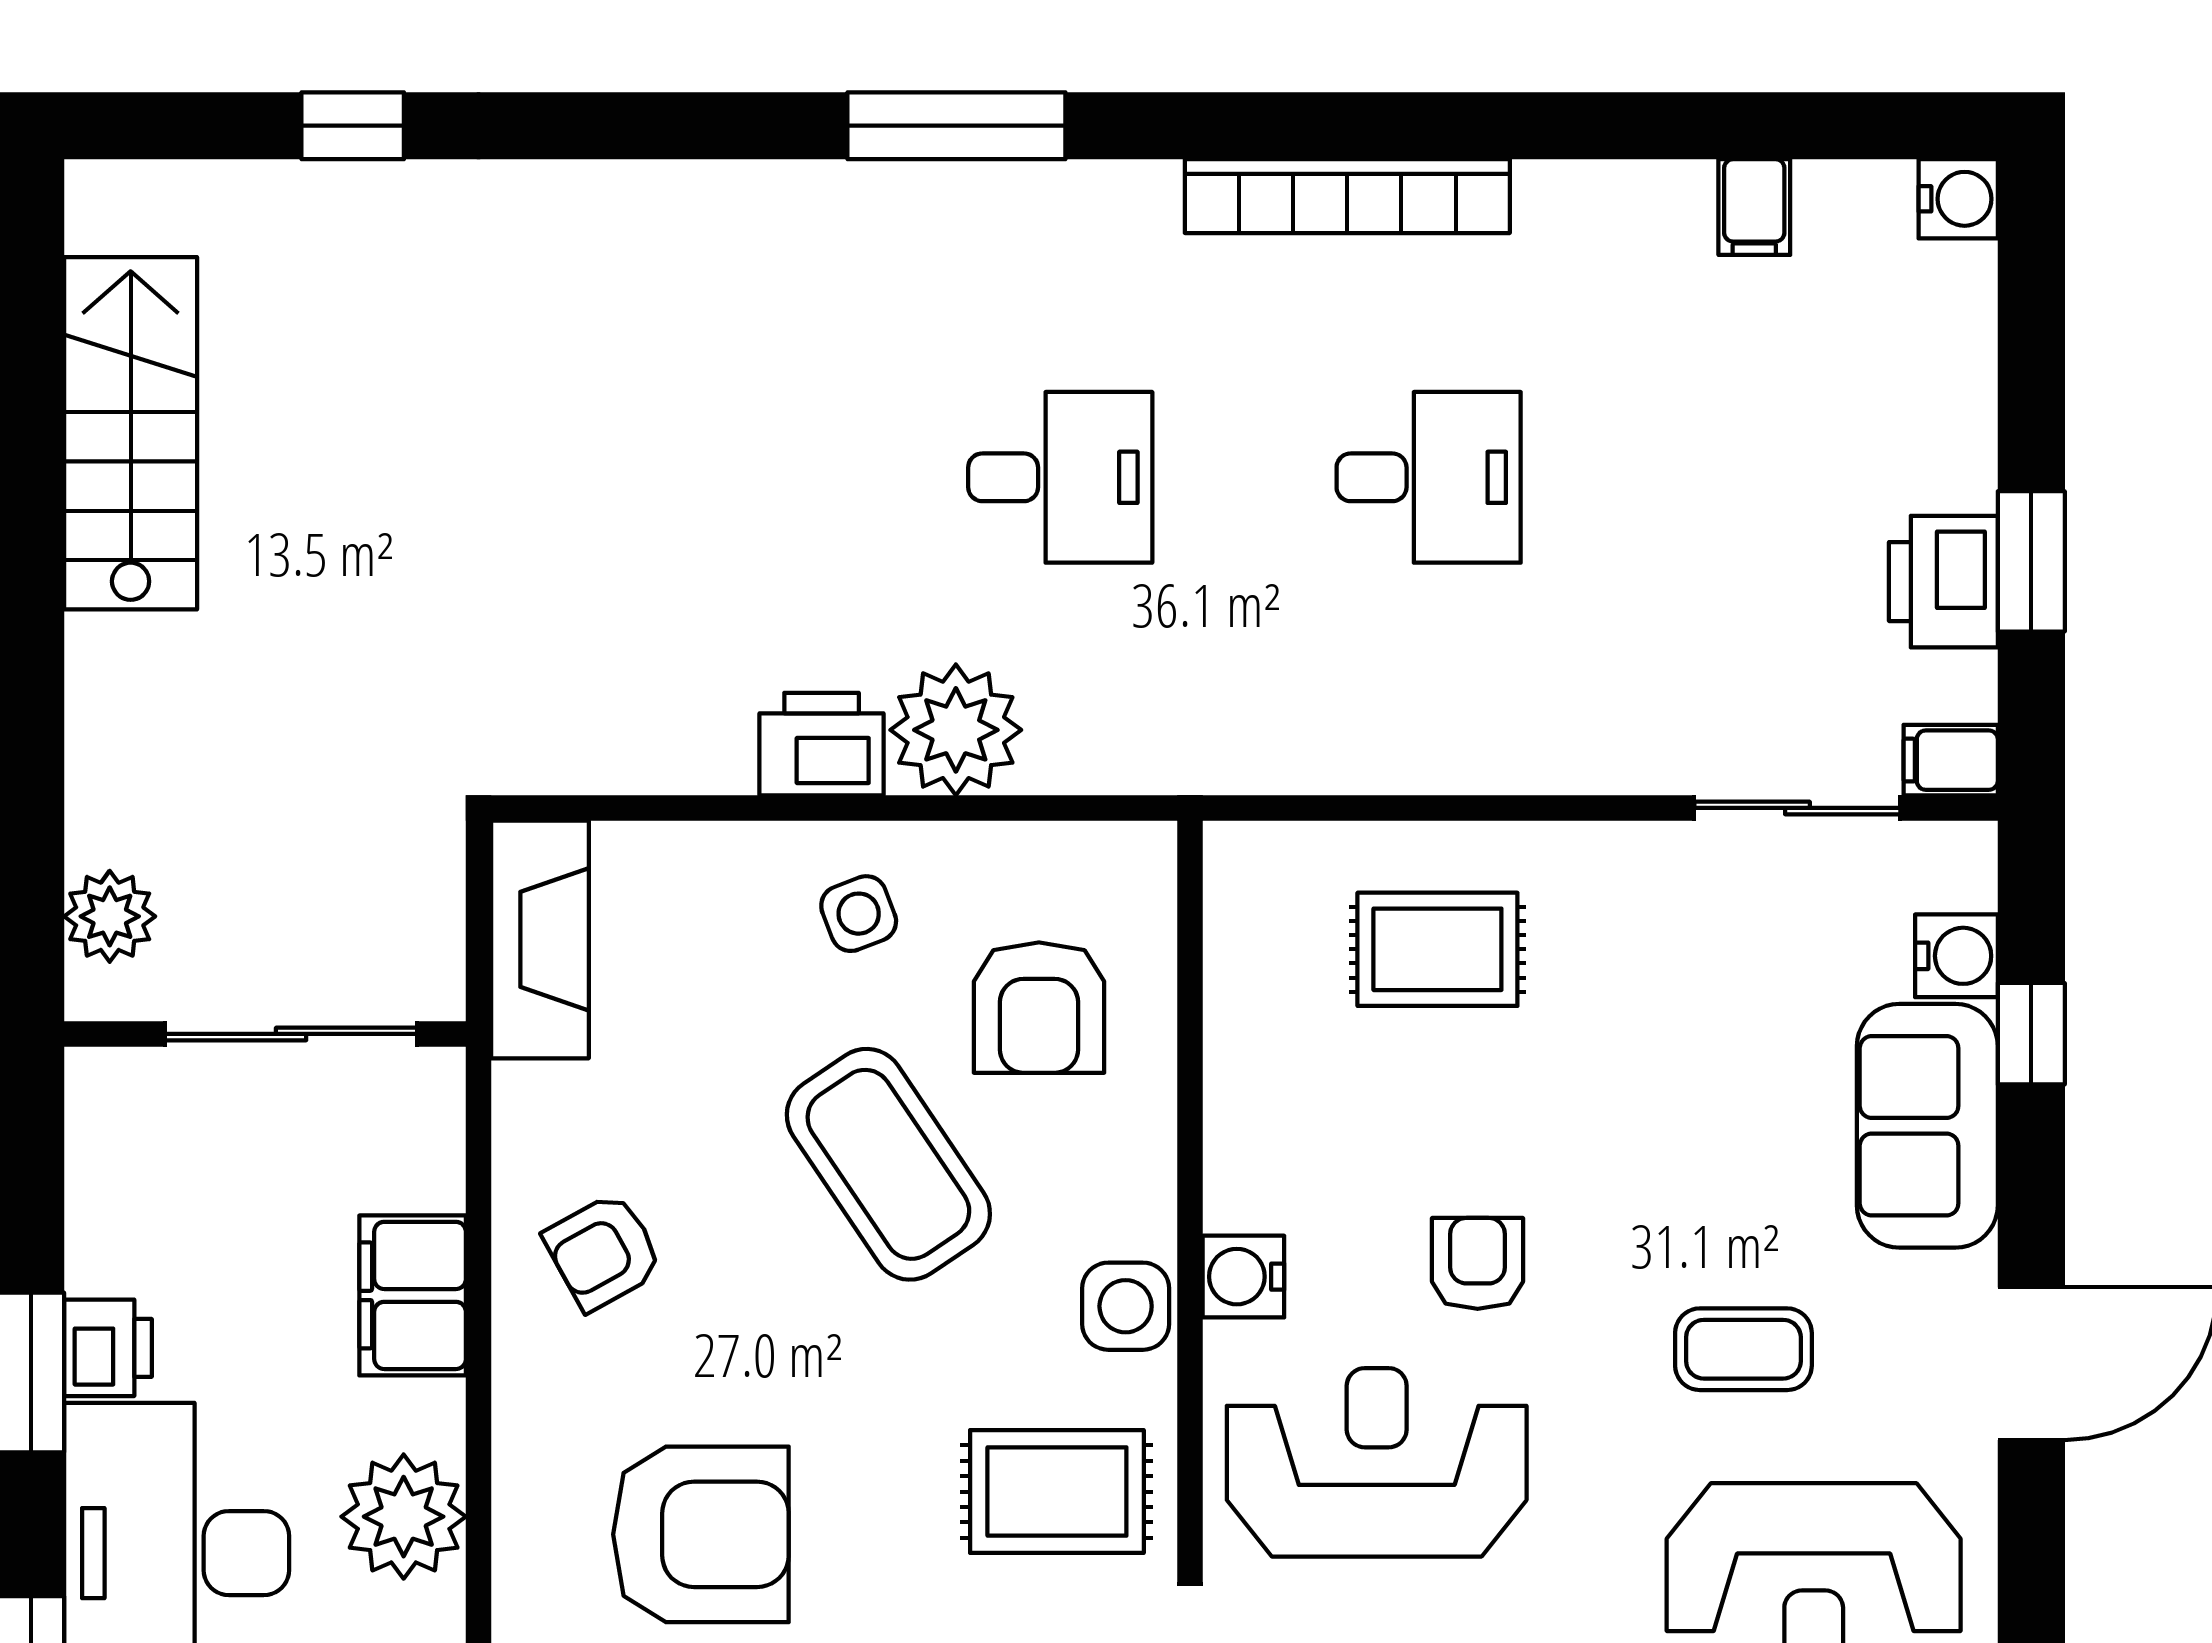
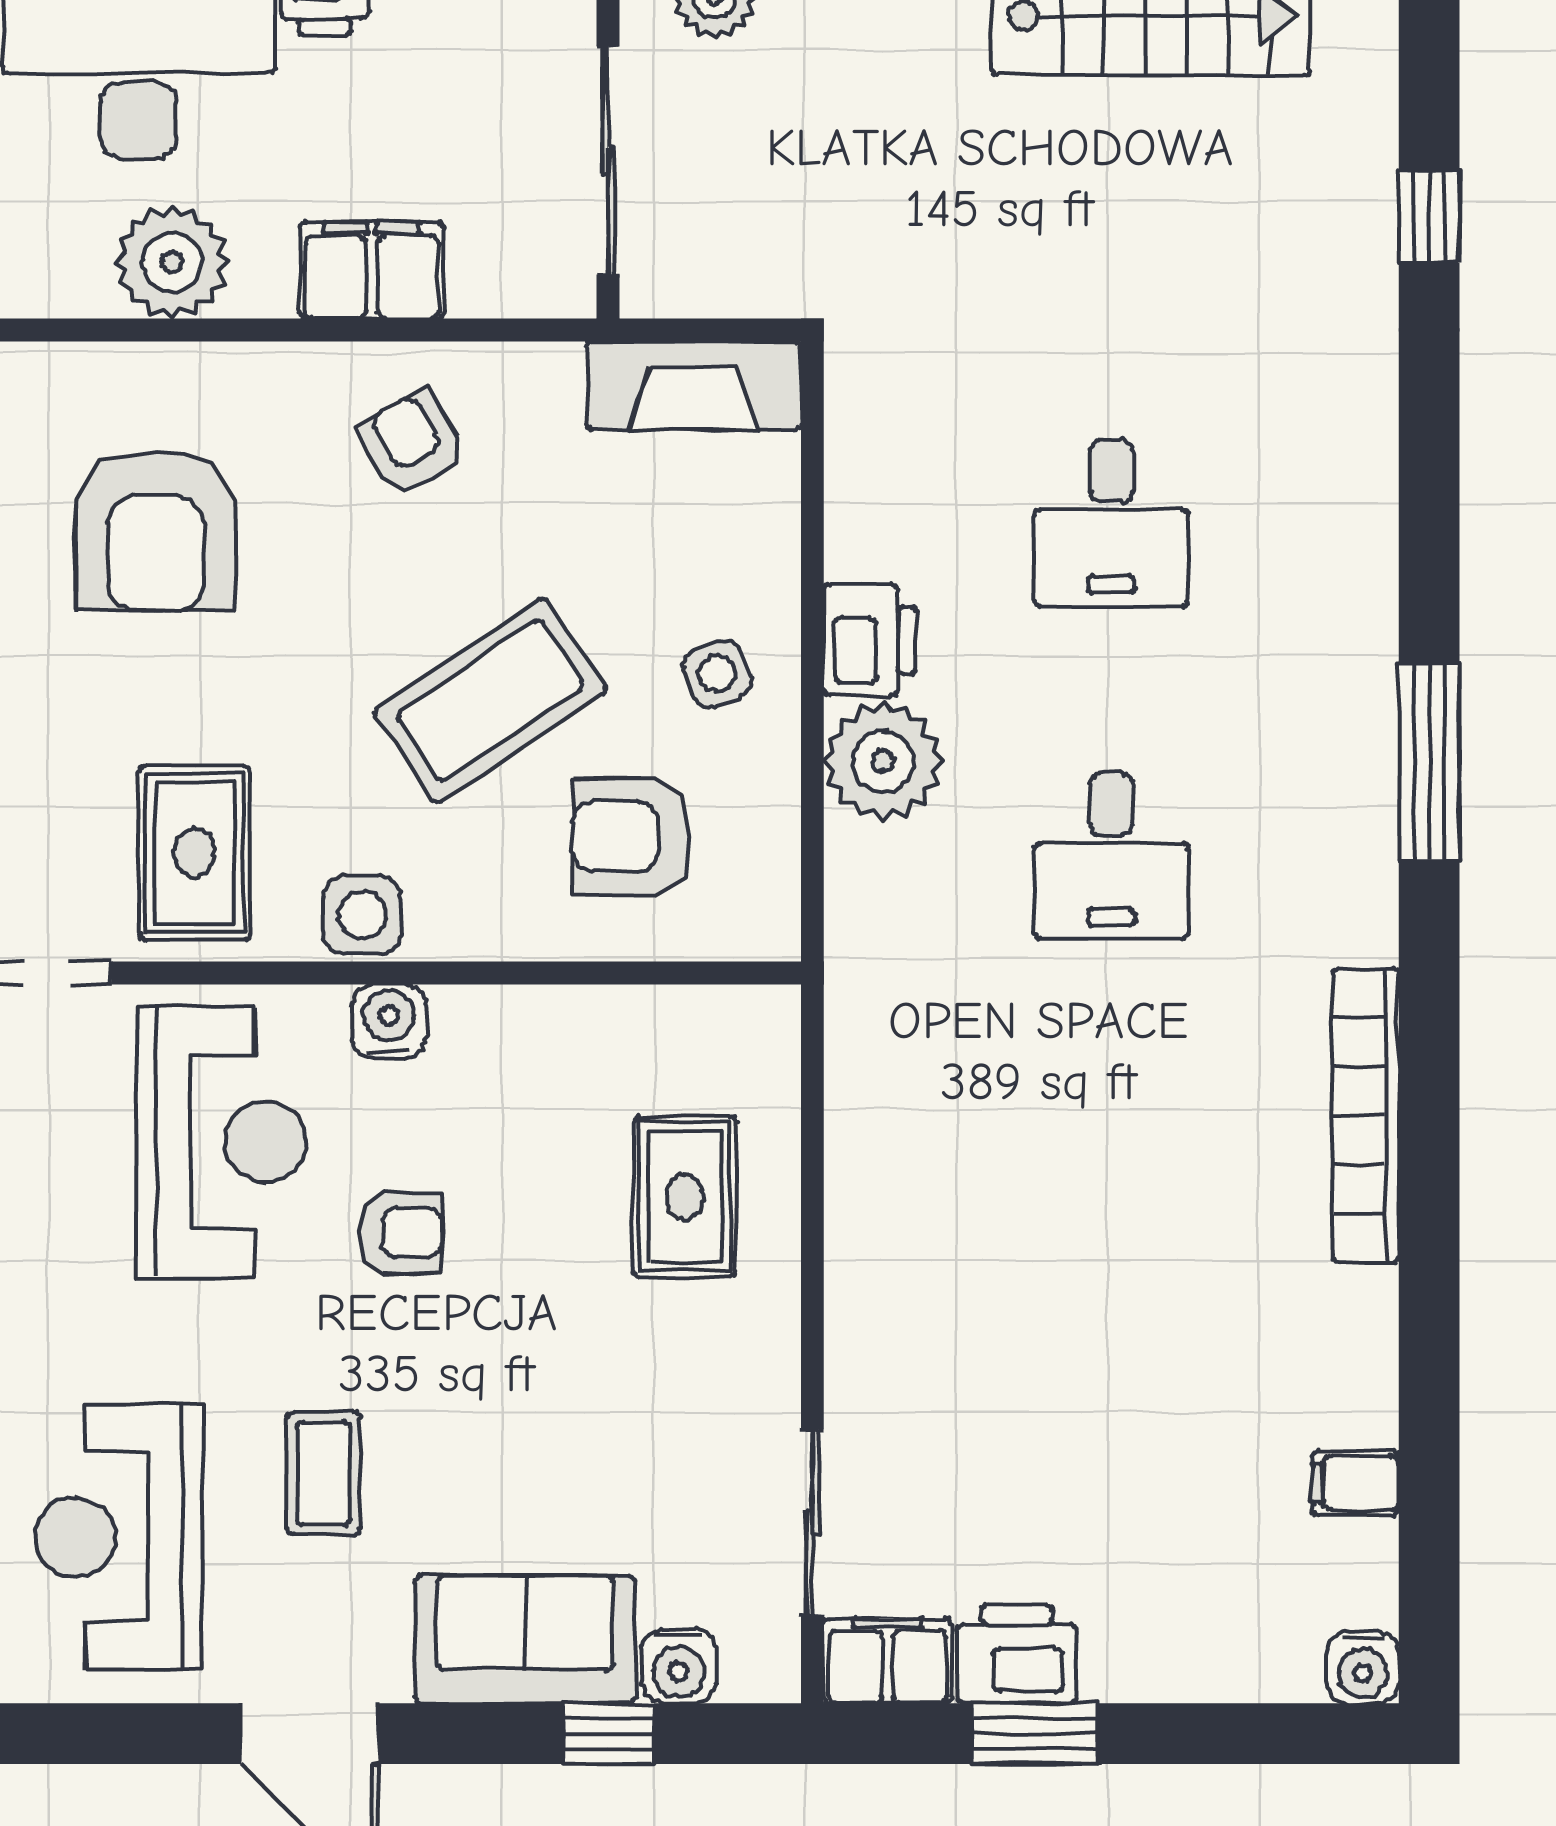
desk: (1429, 477) -> (1111, 523), moved
filing cabinet: (1951, 760) -> (888, 1661), width x2.00

